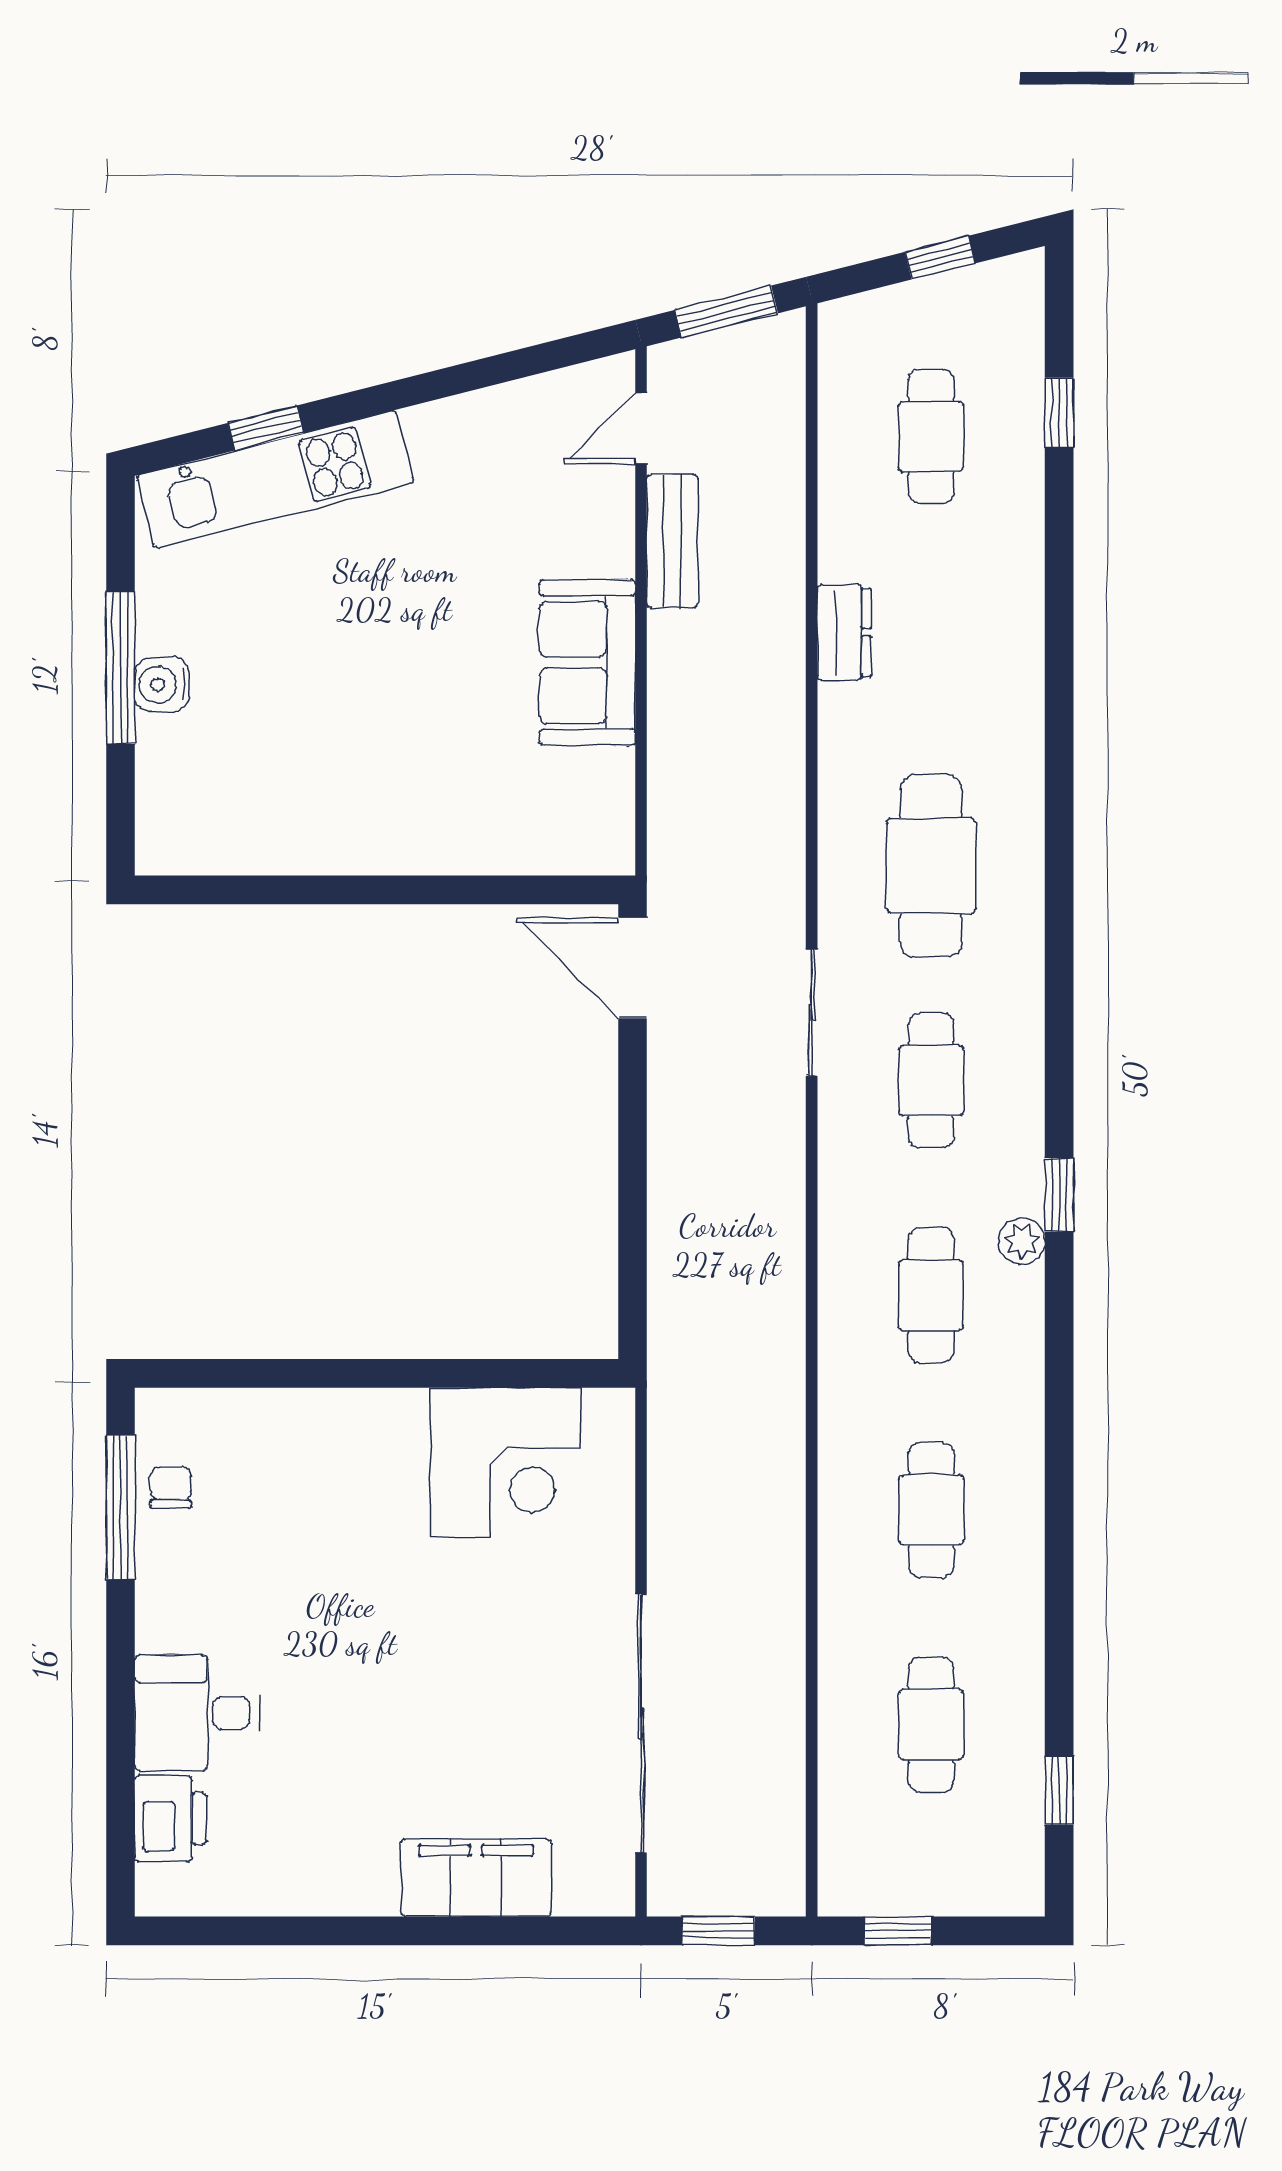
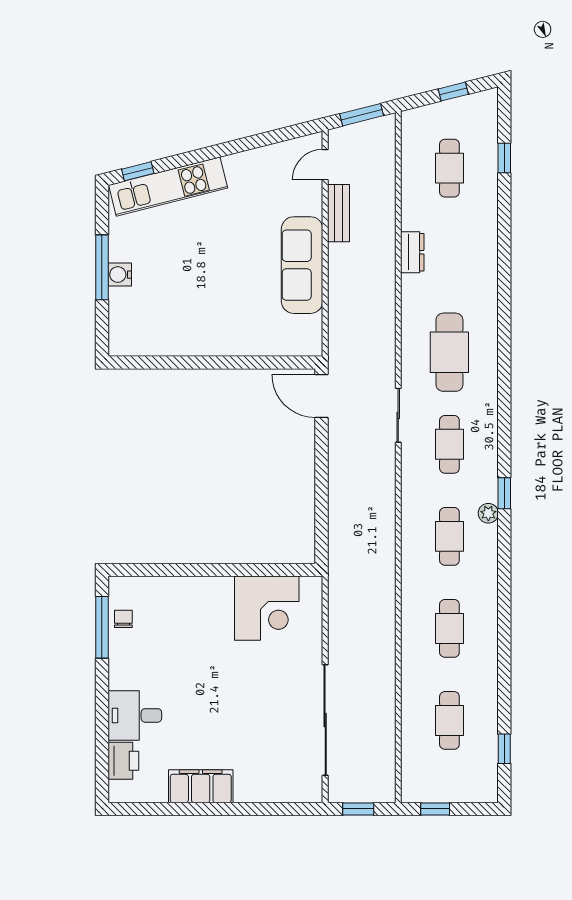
window: (266, 428) -> (138, 171), moved
sofa: (587, 662) -> (302, 265), width x1.36
filing cabinet: (476, 1878) -> (201, 786), moved

